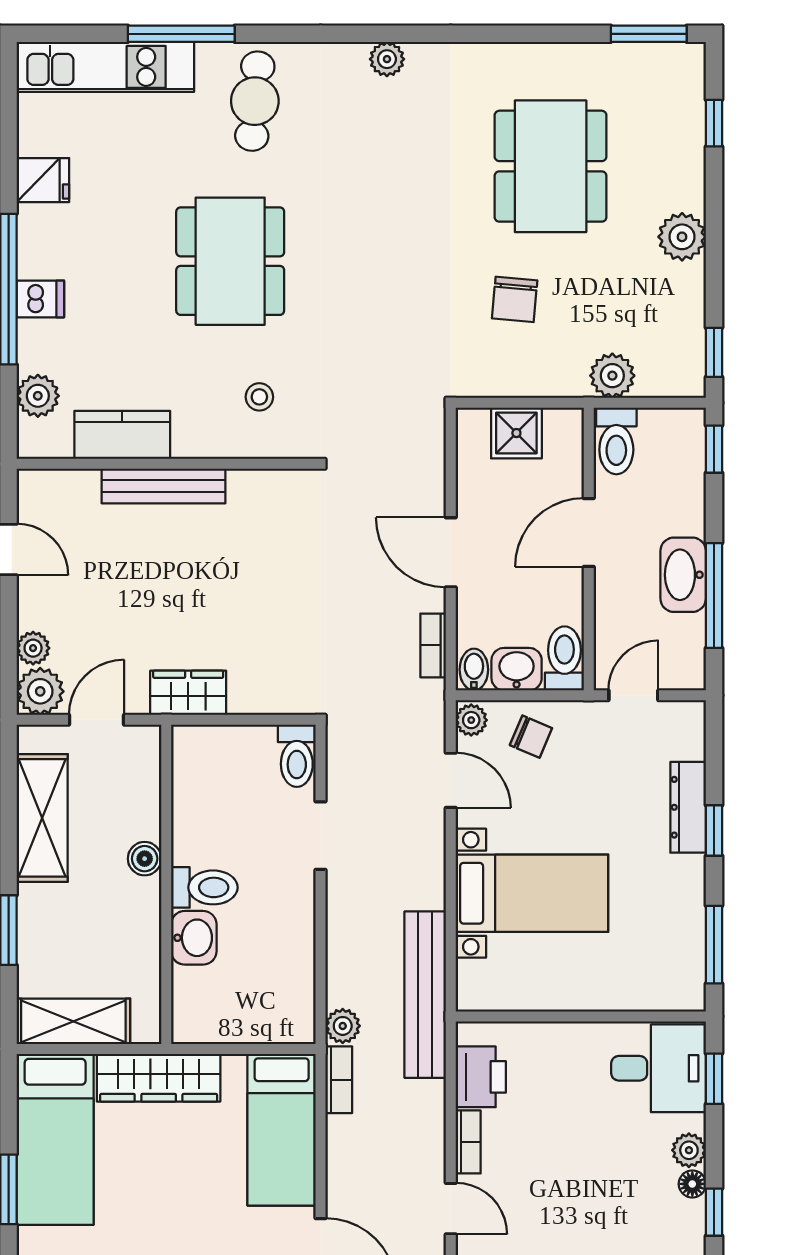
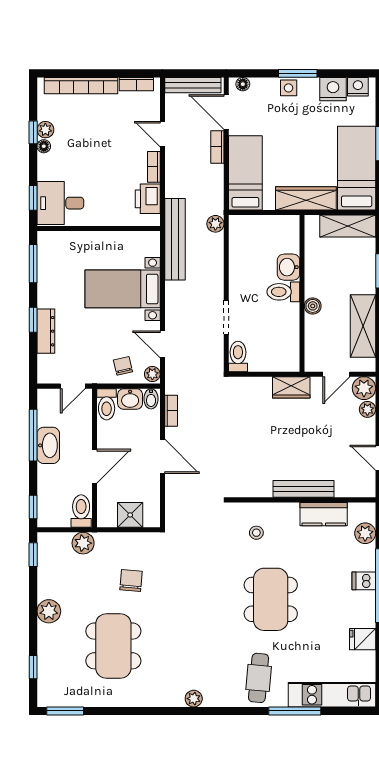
chair: (531, 737) -> (123, 366), turned 54
bookcase: (339, 1080) -> (217, 147), moved
plant: (689, 1150) -> (45, 130), moved

